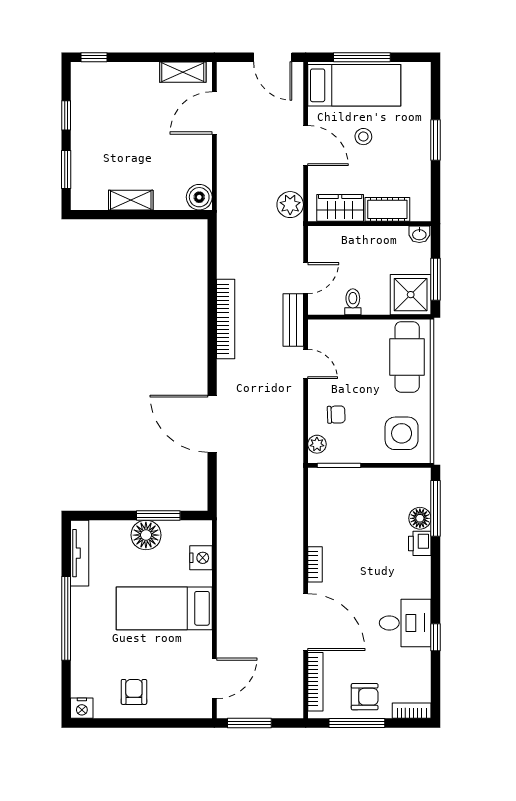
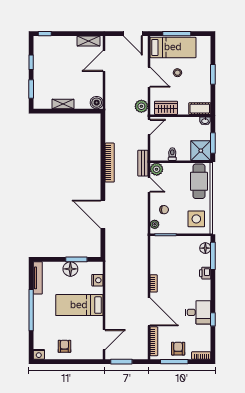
cot: (387, 209) -> (200, 109), moved
door: (306, 278) -> (149, 127), moved
plant: (321, 332) -> (157, 169), added
floor lamp: (420, 518) -> (205, 248), moved
armchair: (365, 697) -> (178, 349), turned -90

